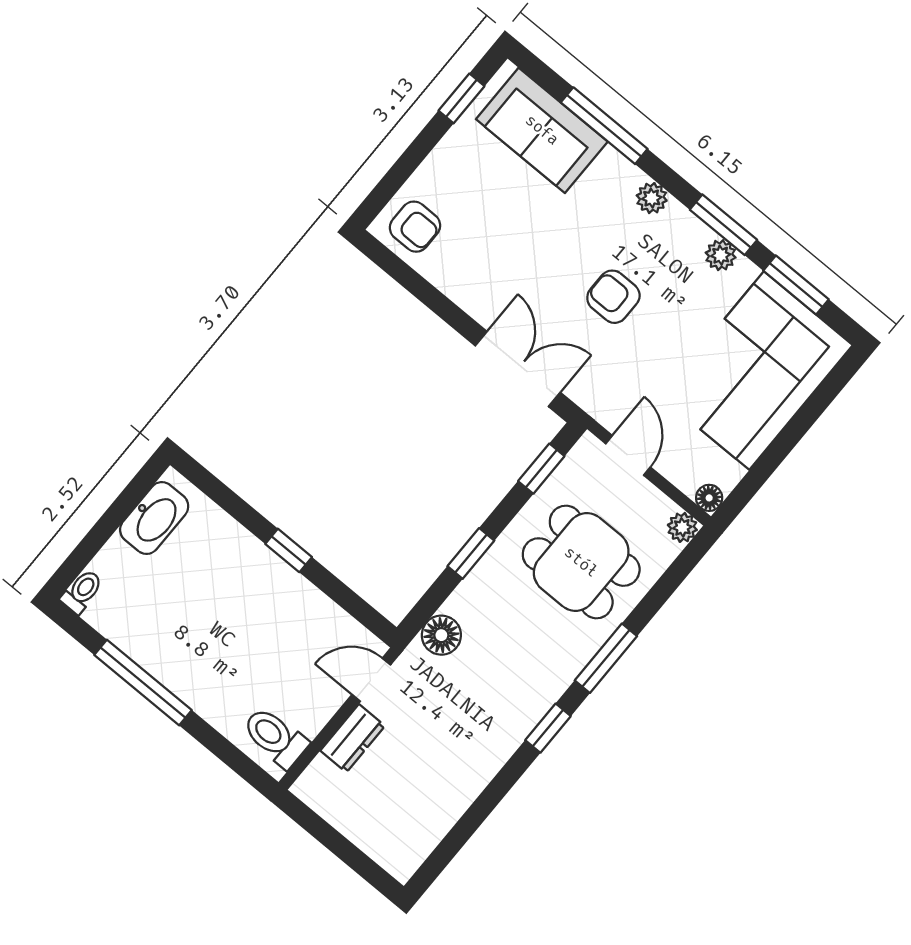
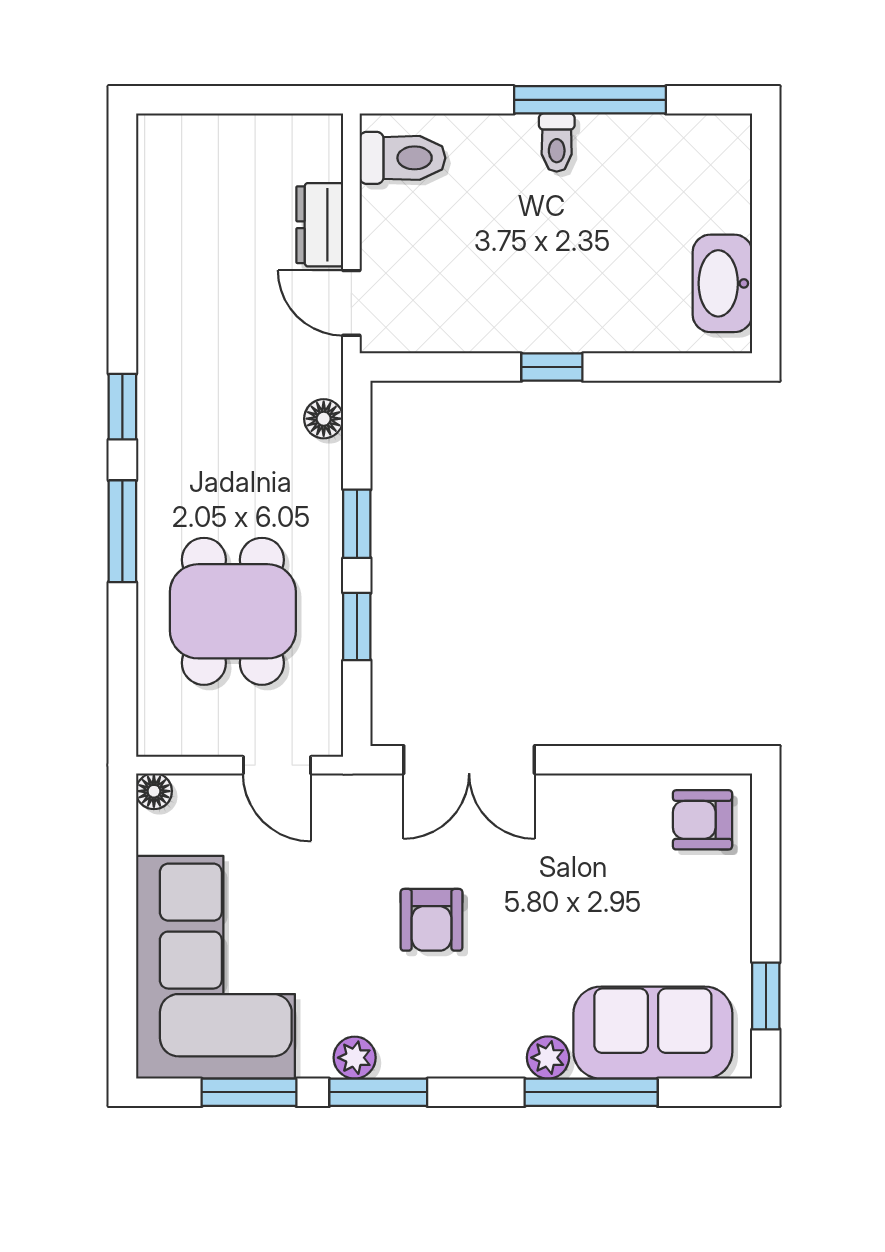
plant: (652, 198) -> (548, 1058), moved
armchair: (613, 297) -> (431, 920), turned 90
window: (541, 469) -> (357, 627), moved
plant: (682, 527) -> (156, 737), removed
dining table: (581, 562) -> (233, 611), turned 90
toilet: (82, 591) -> (557, 143), moved
floor lamp: (441, 635) -> (324, 419), width x0.73, depth x0.73
door: (371, 680) -> (351, 303), swing flipped

